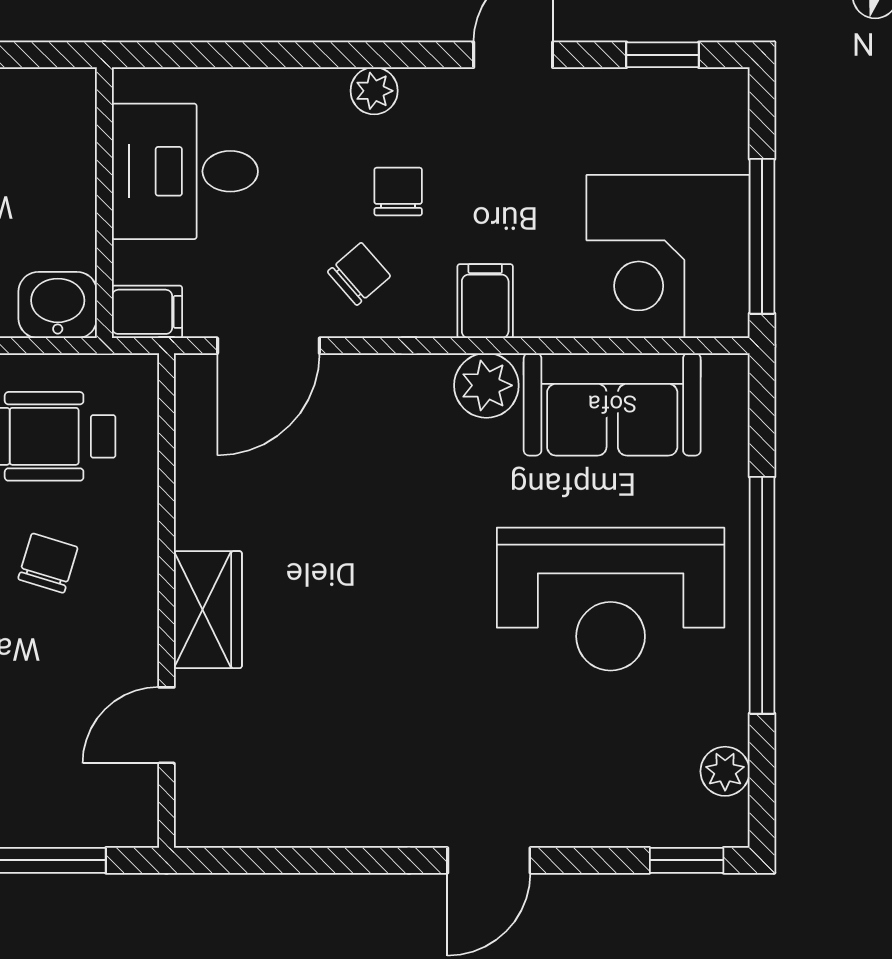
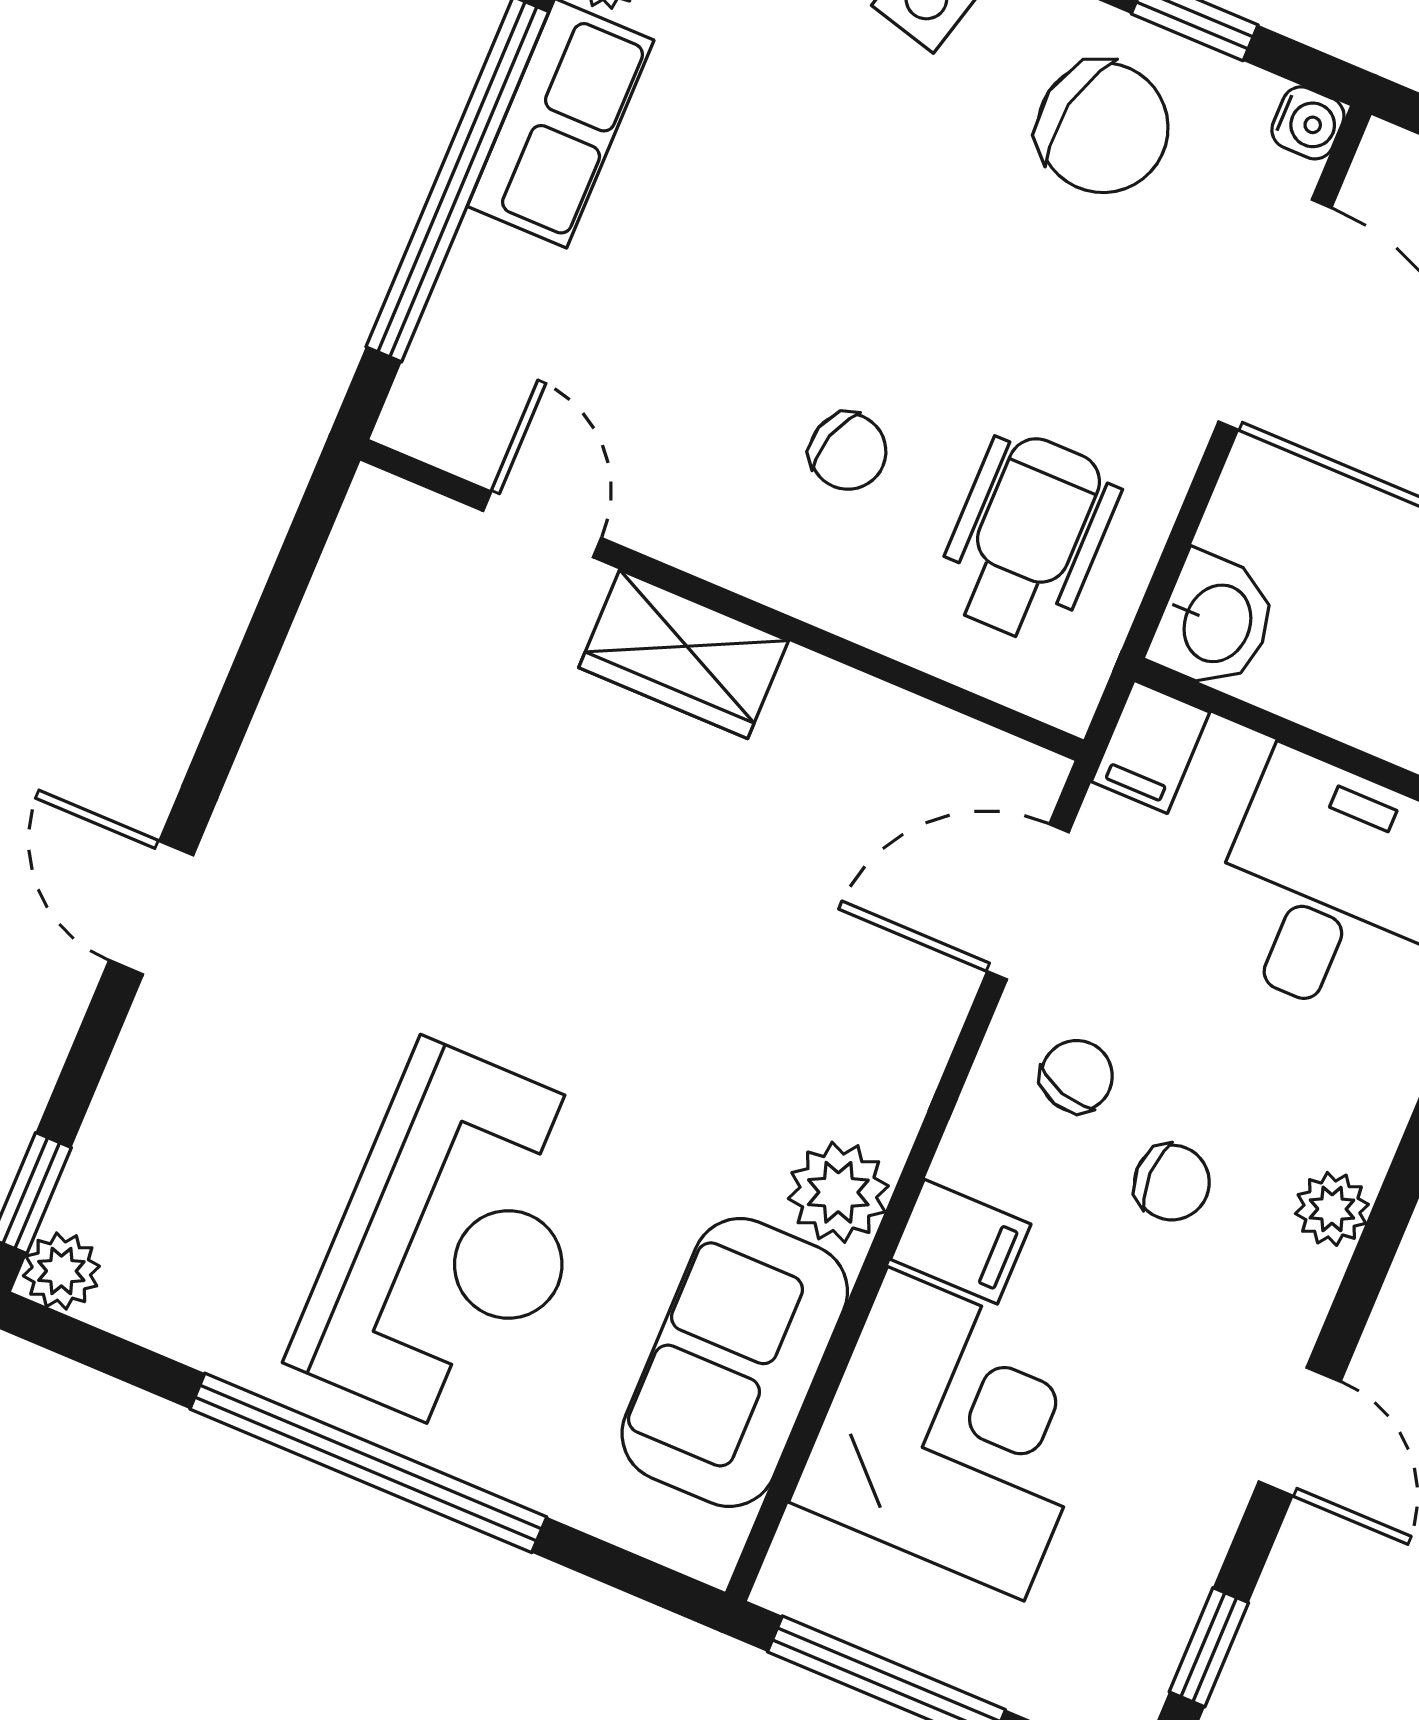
corner desk: (668, 257) -> (956, 1434), moved, turned 90
chair: (359, 274) -> (1077, 1076), turned -122
door: (268, 346) -> (1028, 902), hinge flipped
reception desk: (611, 599) -> (455, 1242), turned 180
plant: (725, 771) -> (61, 1271), moved

